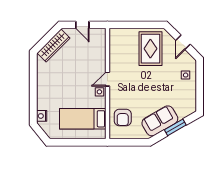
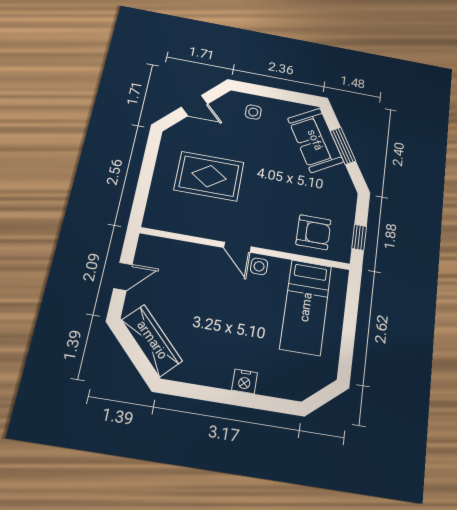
rug: (150, 49) -> (209, 176), moved
nightstand: (42, 116) -> (245, 381), moved
sofa: (160, 121) -> (315, 140), moved
window: (124, 142) -> (359, 237), added

